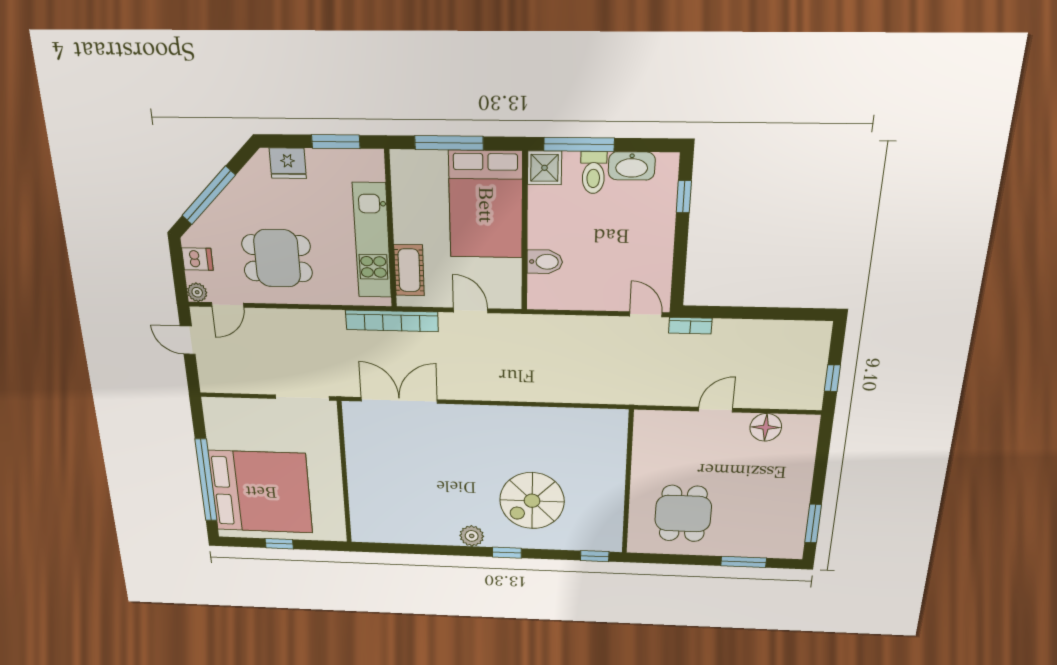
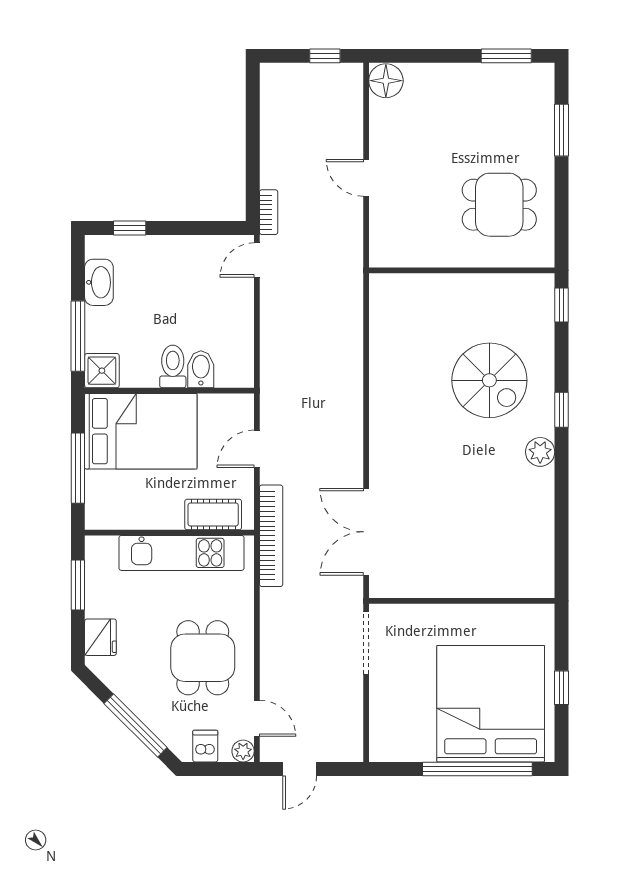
toilet: (593, 173) -> (173, 366), moved, turned -90
floor lamp: (766, 427) -> (386, 81), moved

